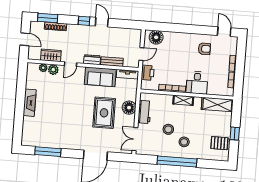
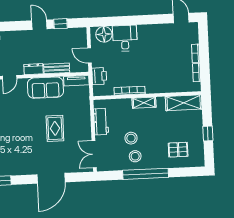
window: (84, 21) -> (60, 24), moved
armchair: (204, 49) -> (161, 41), removed
door: (141, 54) -> (89, 56), swing flipped
desk: (197, 83) -> (125, 38), moved, turned 180
floor lamp: (129, 108) -> (83, 119), removed
rug: (104, 113) -> (55, 128), width x0.73, depth x0.70
stool: (184, 142) -> (135, 156), moved
pallet: (219, 143) -> (178, 150), moved

